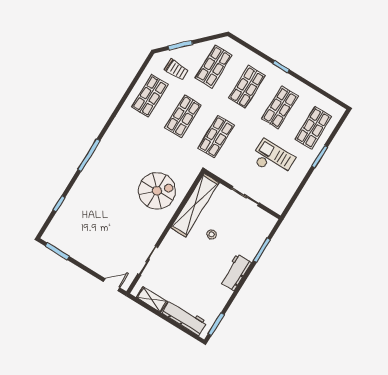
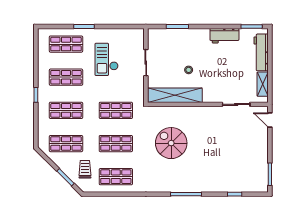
spiral stairs: (157, 191) -> (171, 143), moved
workbench: (235, 272) -> (224, 36), moved

